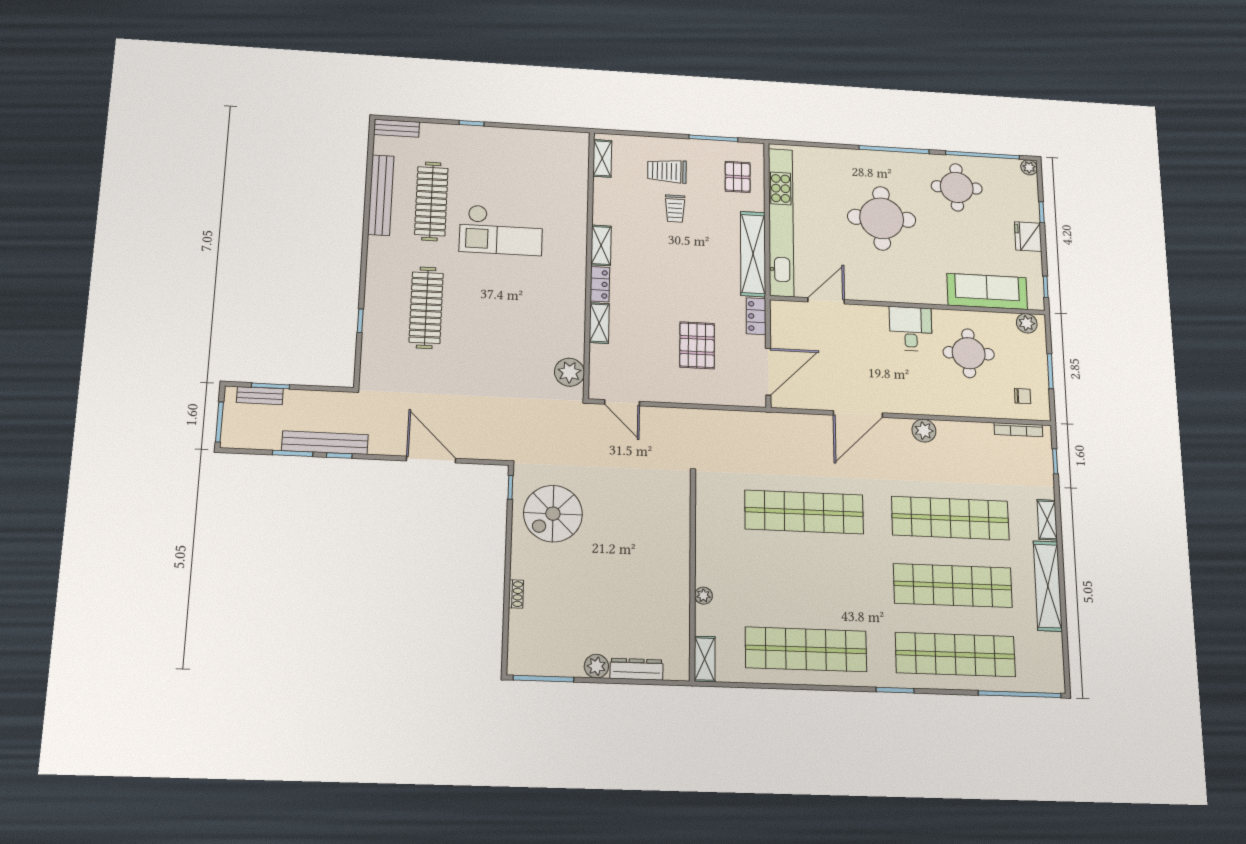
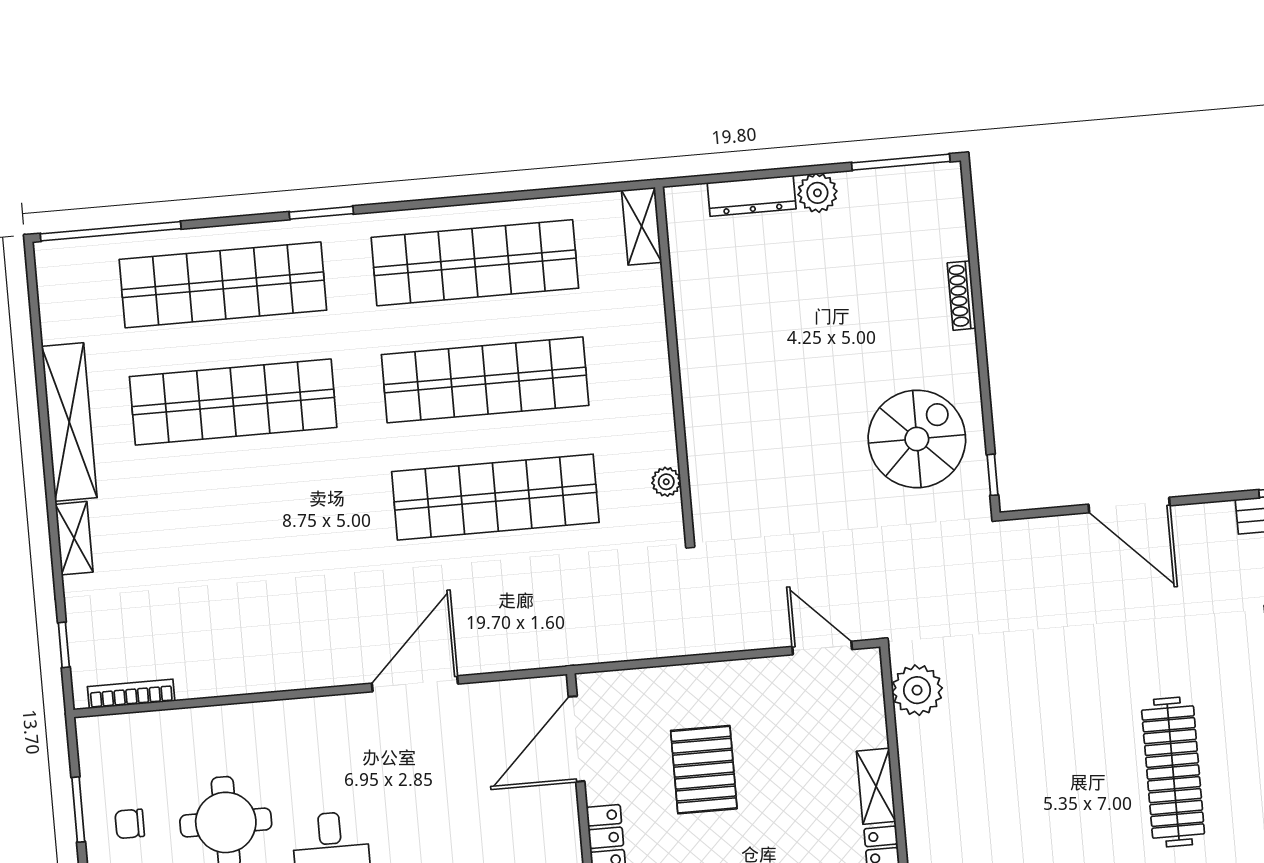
chair: (1023, 396) -> (130, 824), moved
plant: (924, 431) -> (298, 669), removed
shop shelf: (950, 518) -> (485, 380), moved
shoe rack: (516, 594) -> (962, 296), width x1.43
plant: (703, 596) -> (666, 482), moved

